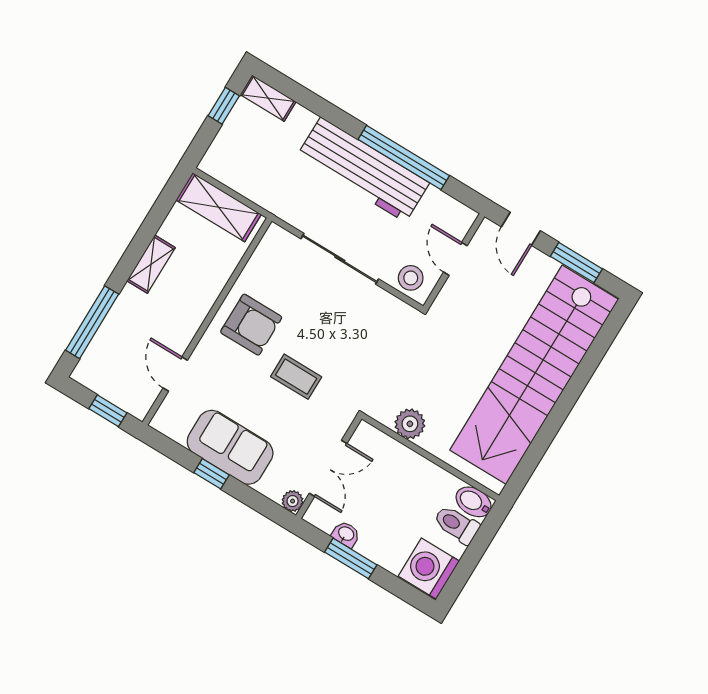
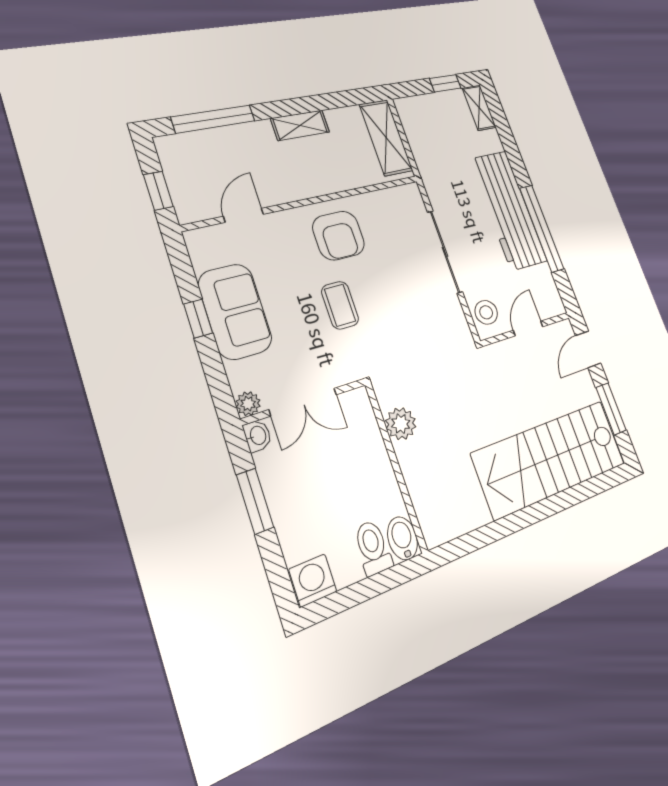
stairs: (534, 375) -> (550, 459), width x0.73
washbasin: (346, 534) -> (257, 436), moved
washing machine: (429, 569) -> (313, 580), width x0.73, depth x0.73

